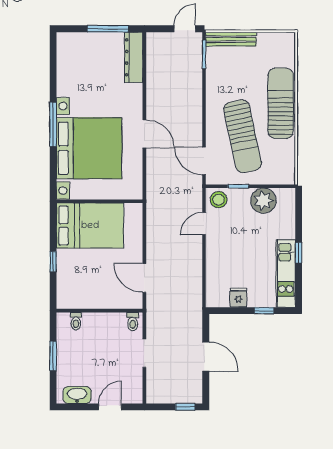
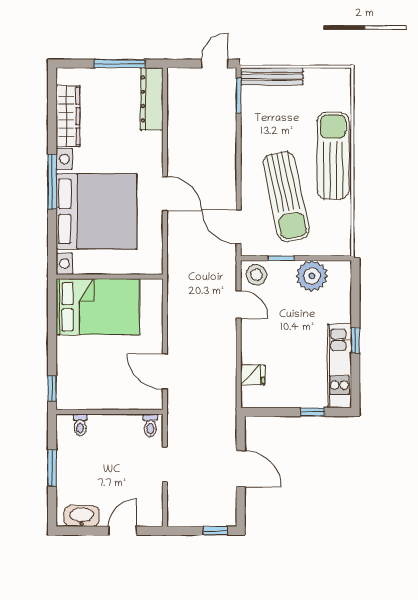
wardrobe: (66, 71) -> (68, 116), added
door: (204, 224) -> (239, 304), swing flipped
window: (53, 262) -> (52, 388), moved
fridge: (238, 298) -> (253, 375), moved, turned 90

